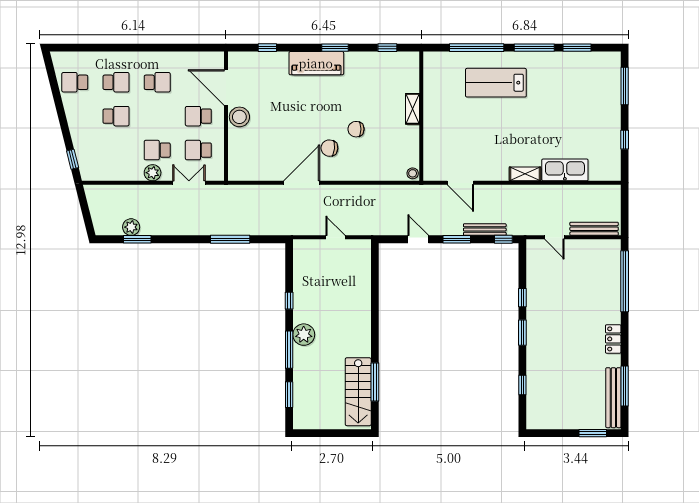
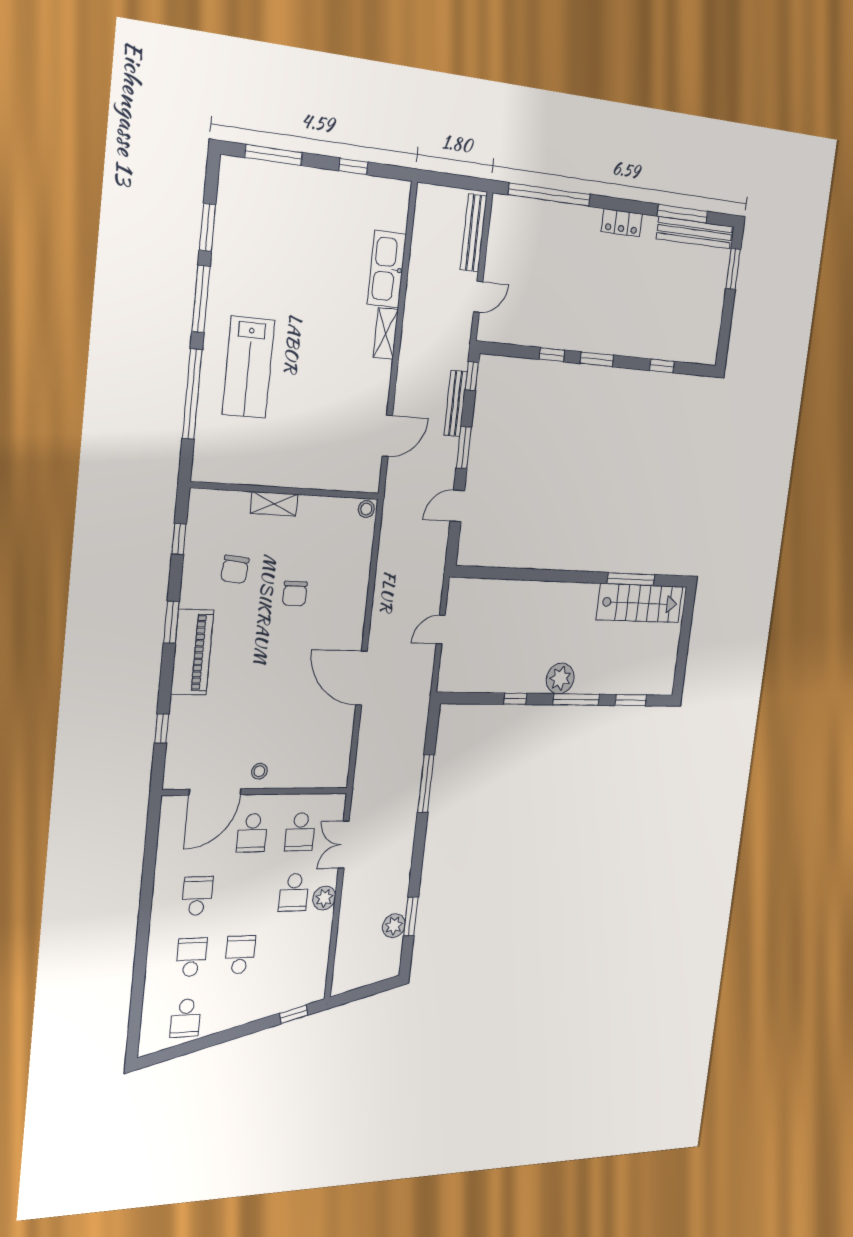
stool: (239, 117) -> (259, 771), width x0.53, depth x0.53
chair: (329, 148) -> (235, 569), moved

